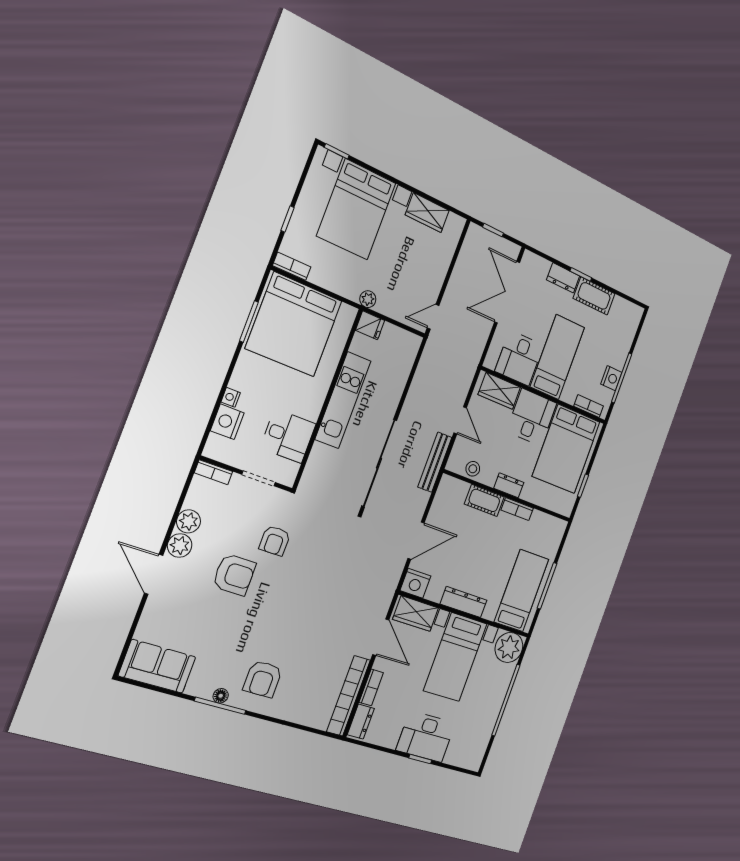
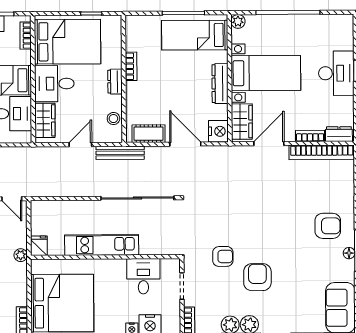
cot: (484, 500) -> (149, 134), moved, turned 90
plant: (509, 647) -> (238, 21), width x0.53, depth x0.53

